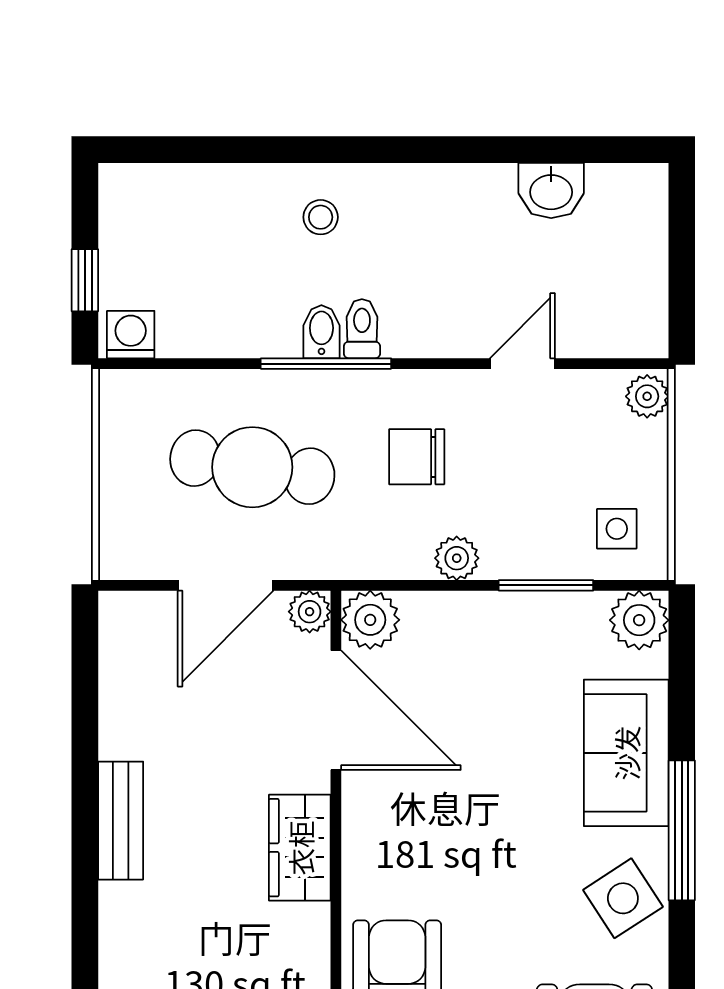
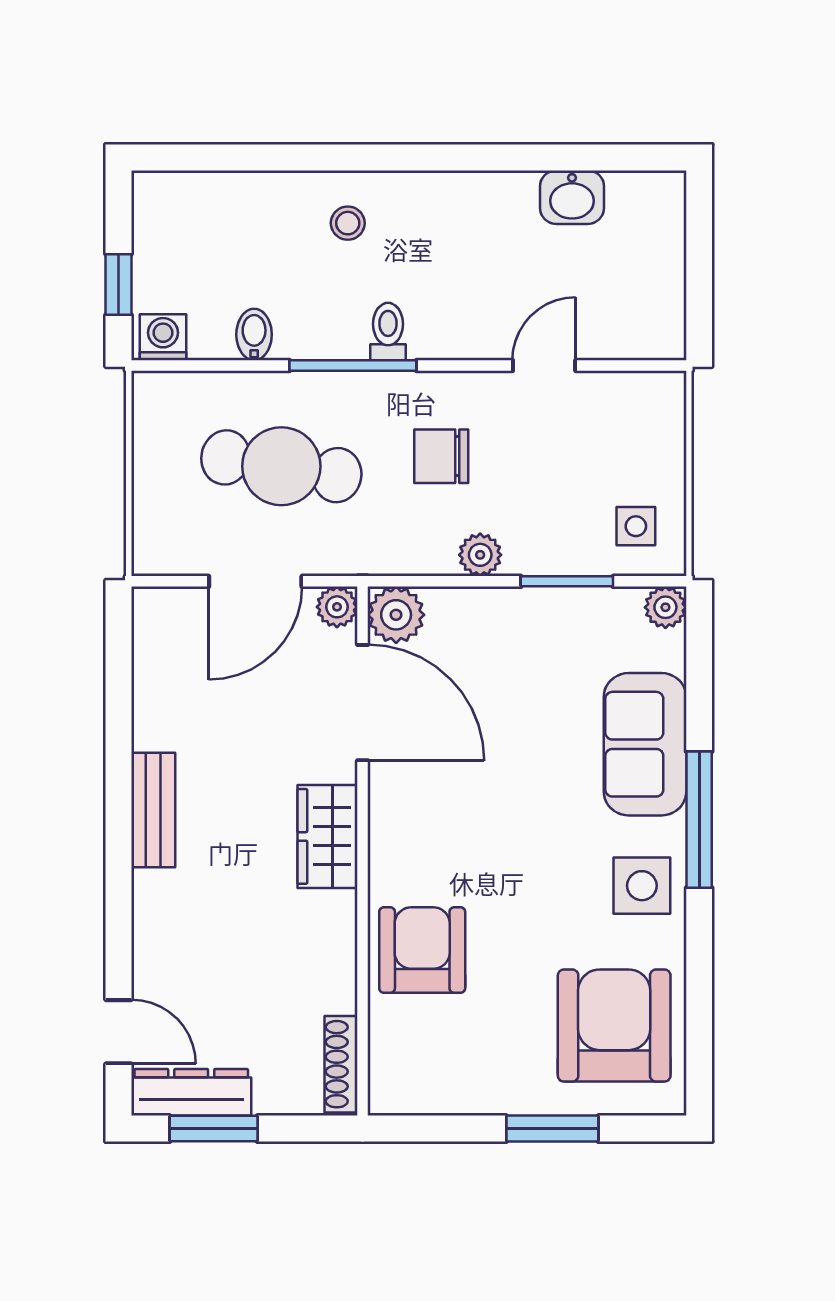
bidet: (321, 332) -> (254, 335), moved
plant: (647, 396) -> (665, 397), removed
plant: (639, 620) -> (665, 607), width x0.73, depth x0.73
side table: (623, 898) -> (642, 886), turned 33

